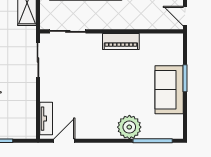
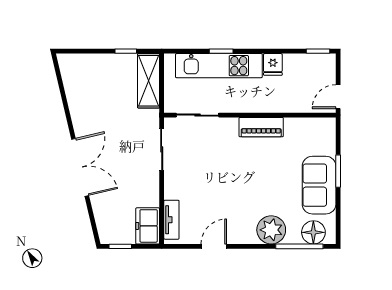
door: (185, 16) -> (338, 97), hinge flipped
freezer: (26, 124) -> (148, 226), added
floor lamp: (164, 129) -> (313, 232), added
door: (64, 141) -> (214, 246), moved

